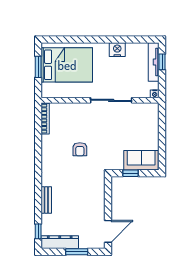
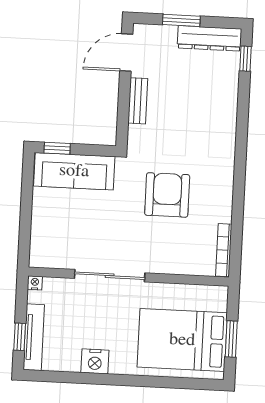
armchair: (80, 149) -> (167, 195), width x1.88, depth x1.88
sofa: (141, 160) -> (74, 171), width x1.36
window: (130, 173) -> (57, 148), moved
bench: (46, 200) -> (138, 101), moved

